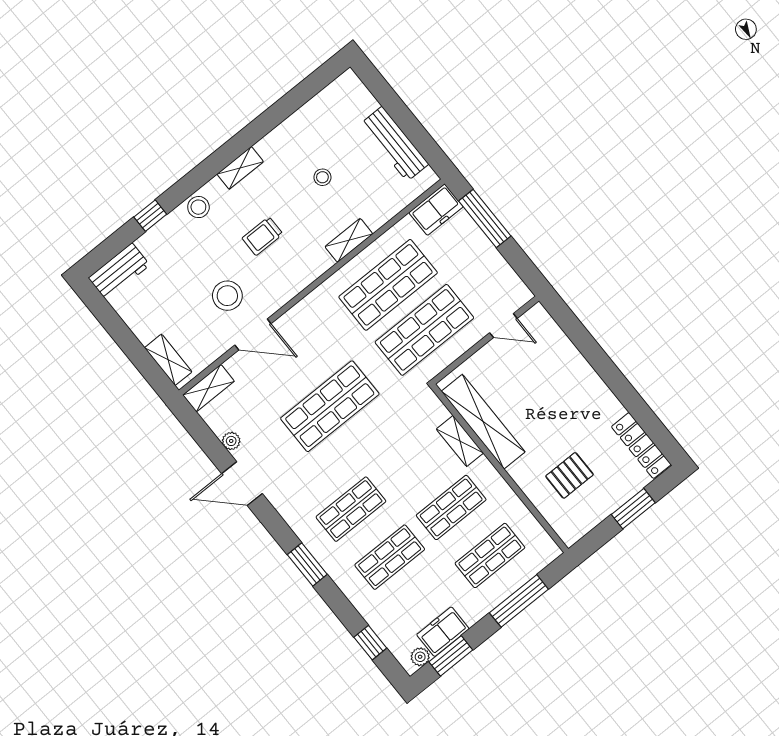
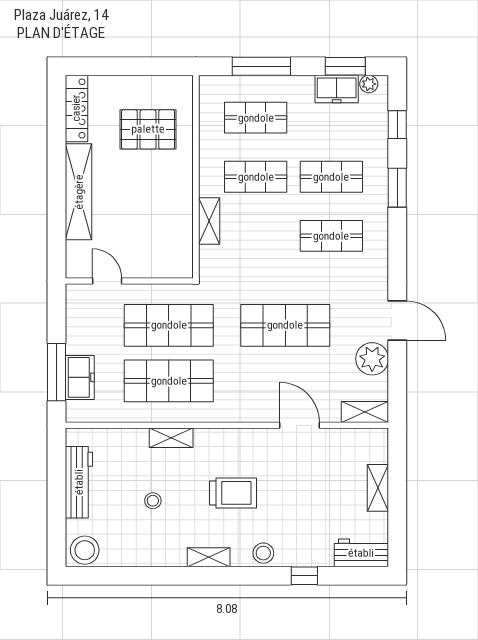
freezer: (436, 210) -> (80, 377), moved, turned 90
trolley: (262, 236) -> (233, 493), width x1.36, depth x1.39
stool: (227, 296) -> (85, 550), moved
shelving: (168, 360) -> (378, 488), moved
shelving: (483, 422) -> (79, 192), moved
plant: (231, 441) -> (372, 359), width x1.87, depth x1.87
pallet: (570, 475) -> (148, 129), width x1.50, depth x1.42
window: (633, 509) -> (120, 66), removed
window: (307, 565) -> (397, 188), moved

